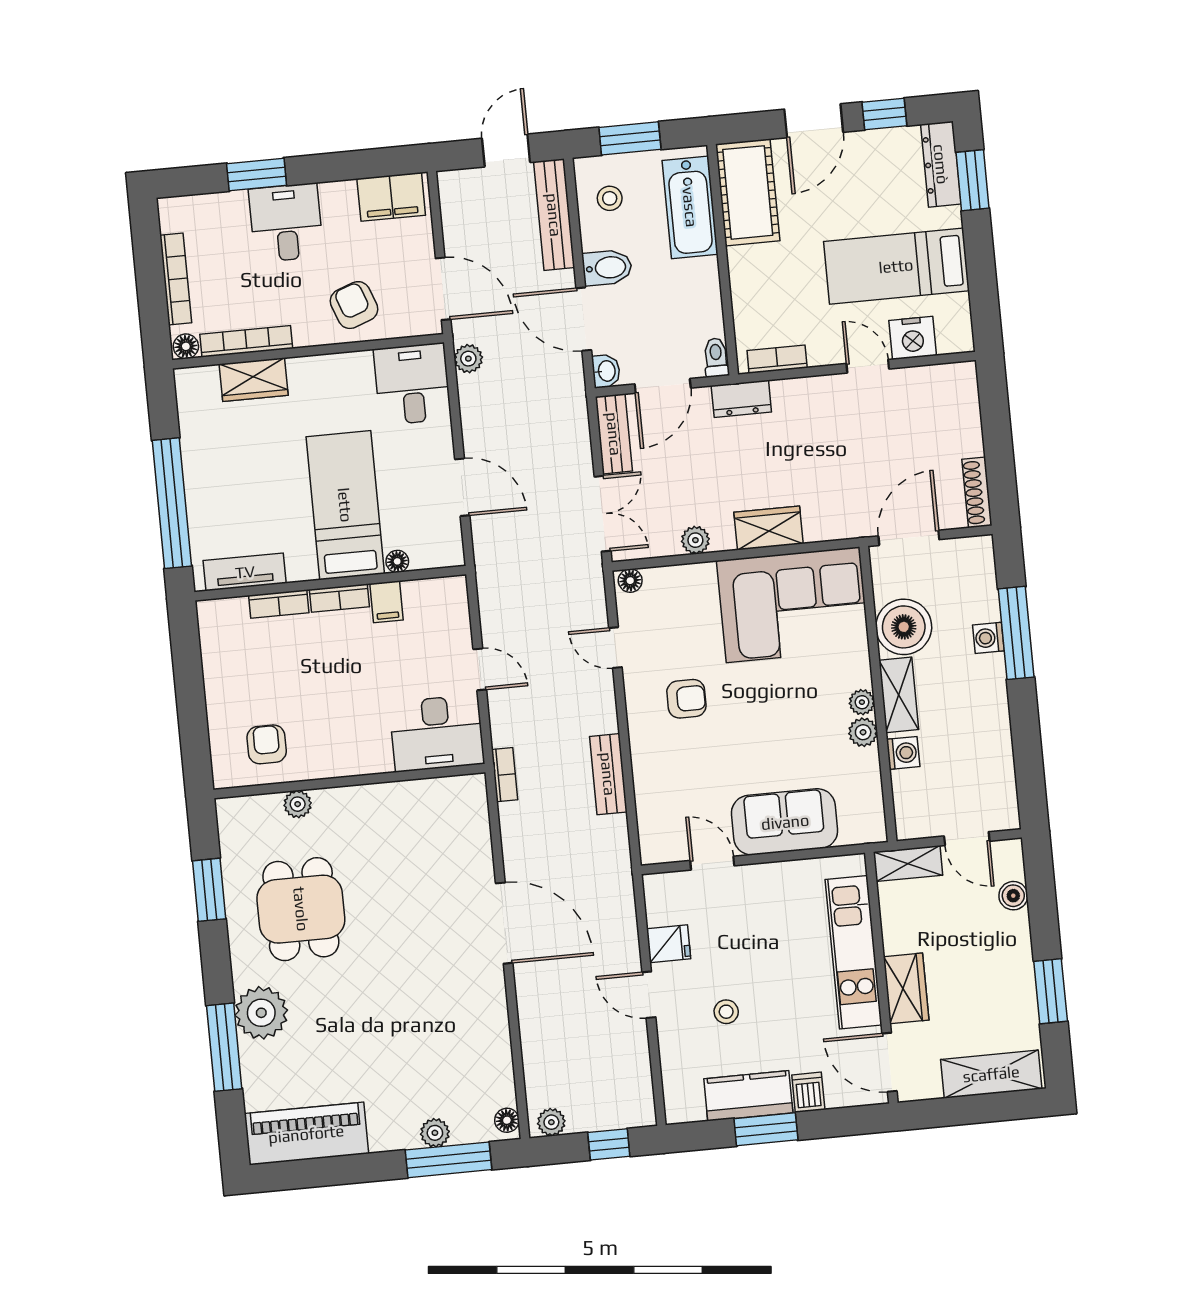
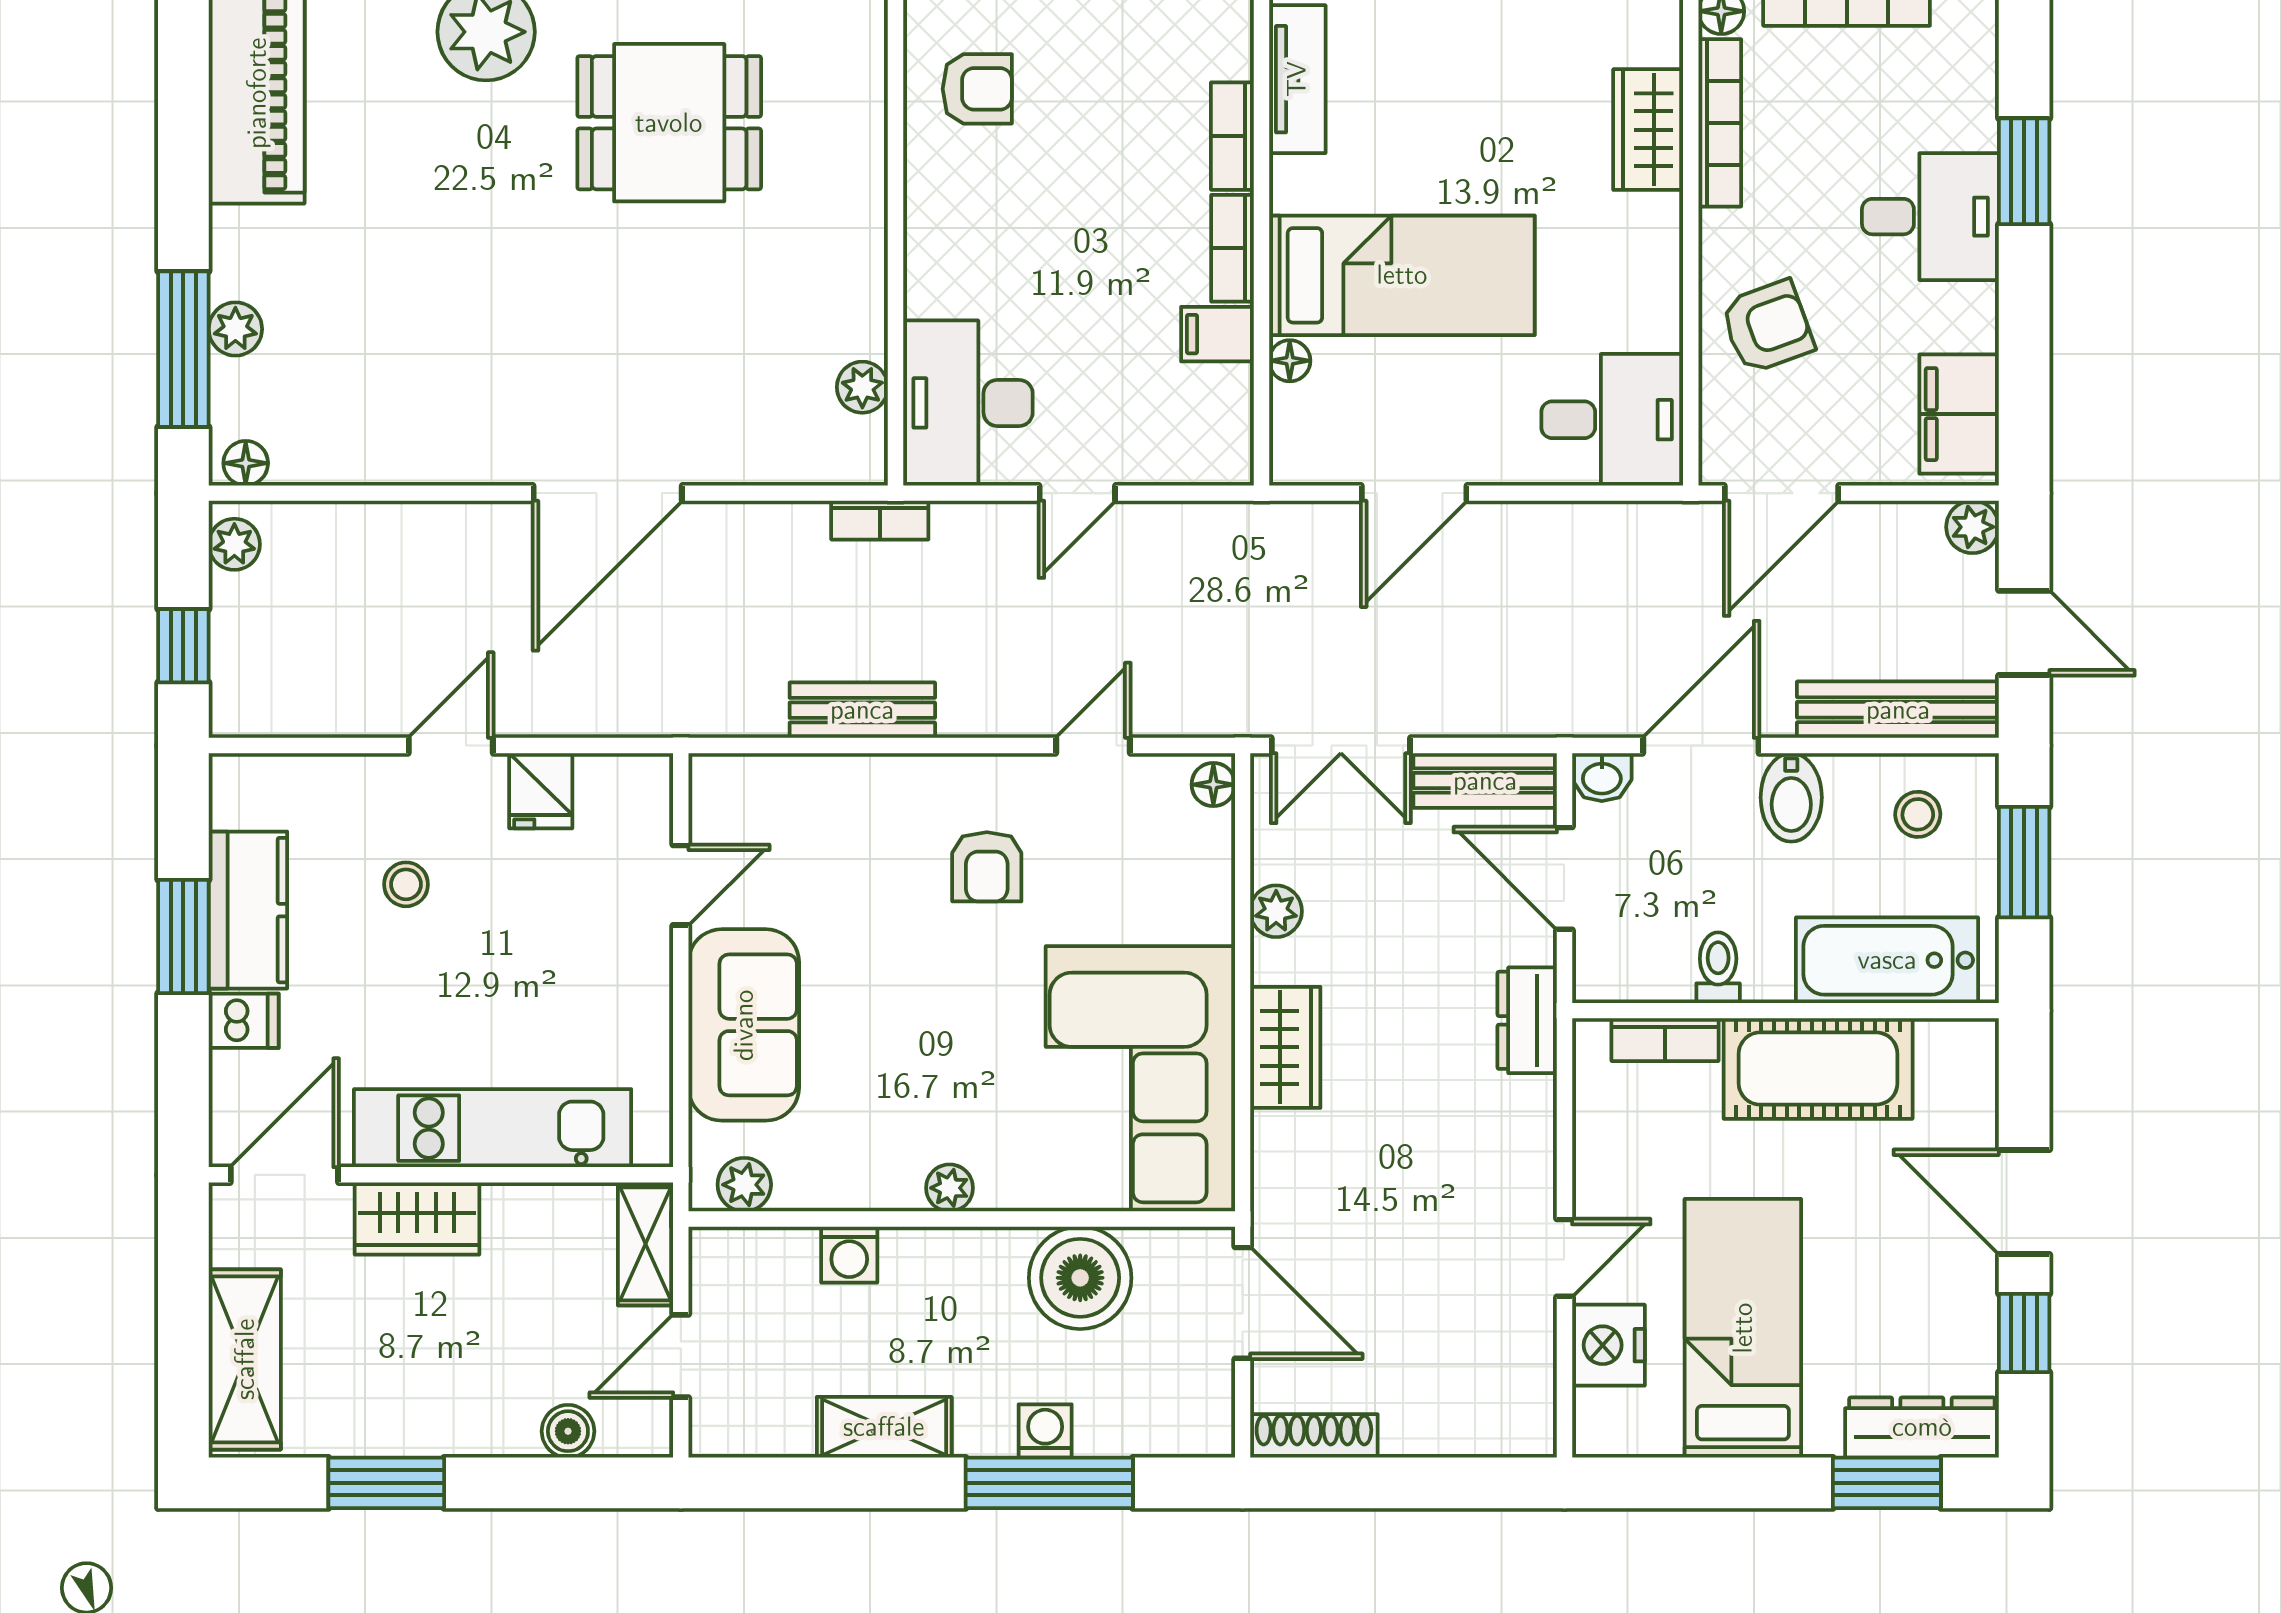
cot: (748, 192) -> (1818, 1069), moved
toilet: (716, 357) -> (1718, 968), moved, turned -90
plant: (468, 359) -> (1972, 527), moved
bookcase: (777, 359) -> (1665, 1040), moved, turned 90
shelving: (899, 695) -> (884, 1427), moved
plant: (863, 732) -> (744, 1185), moved
plant: (298, 804) -> (862, 387), moved

